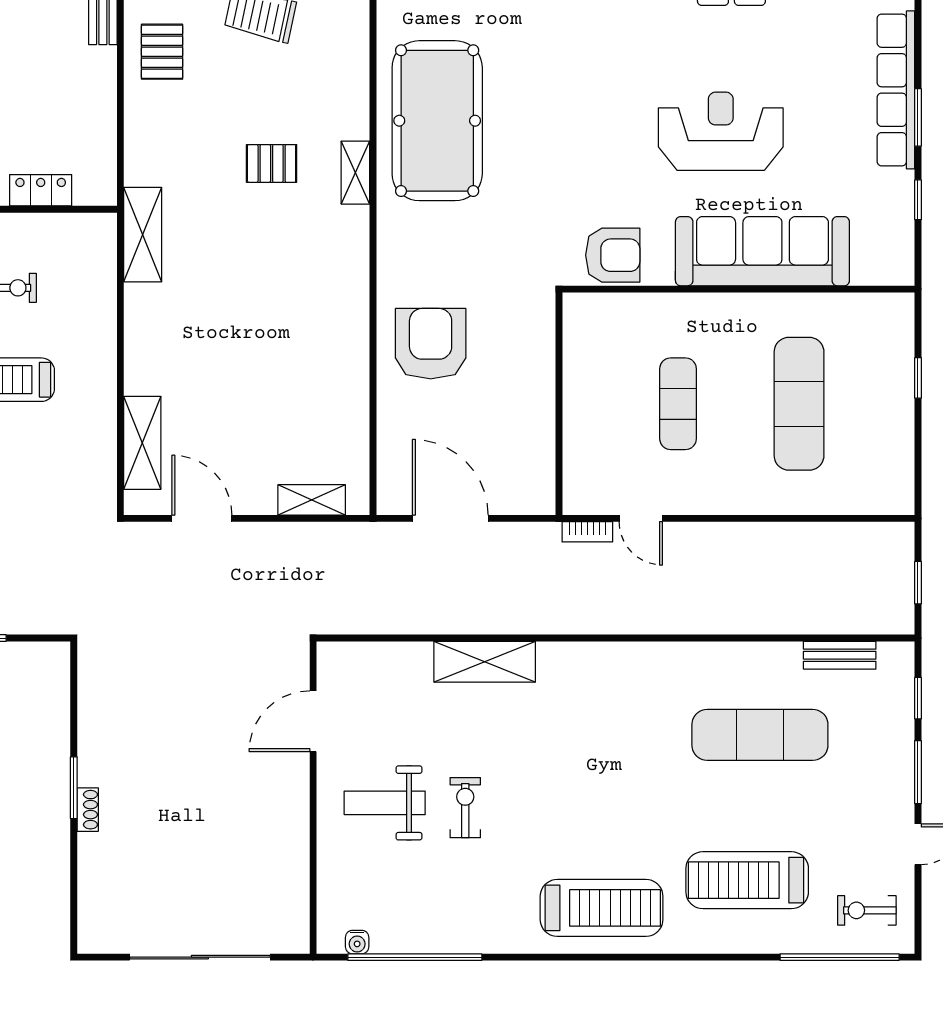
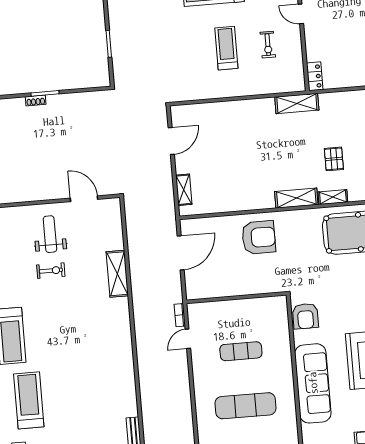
locker: (41, 190) -> (315, 76), moved
shelving: (142, 443) -> (296, 198), moved
exercise mat: (760, 735) -> (95, 401), removed

